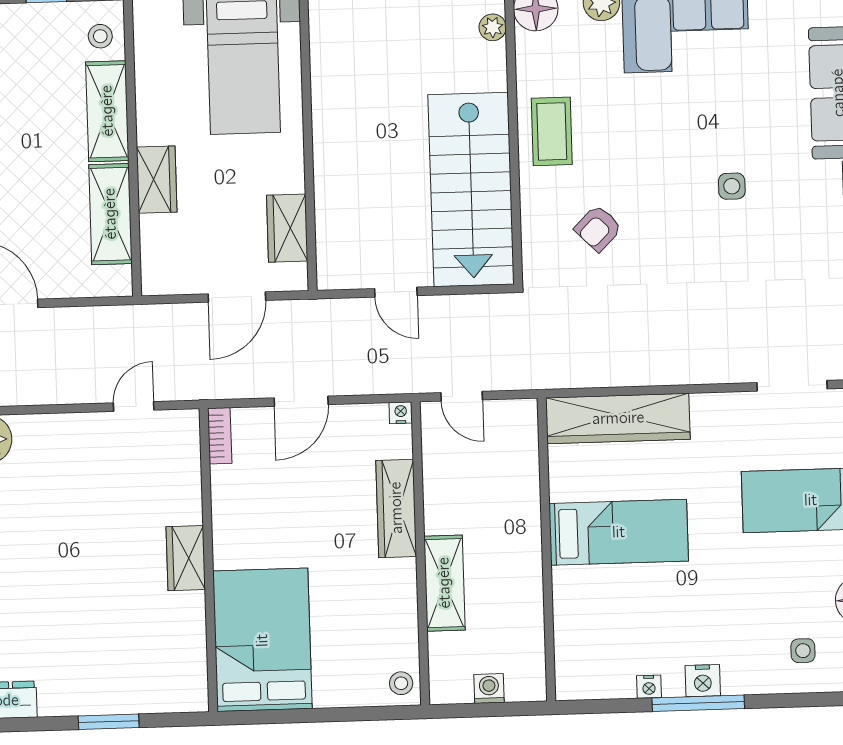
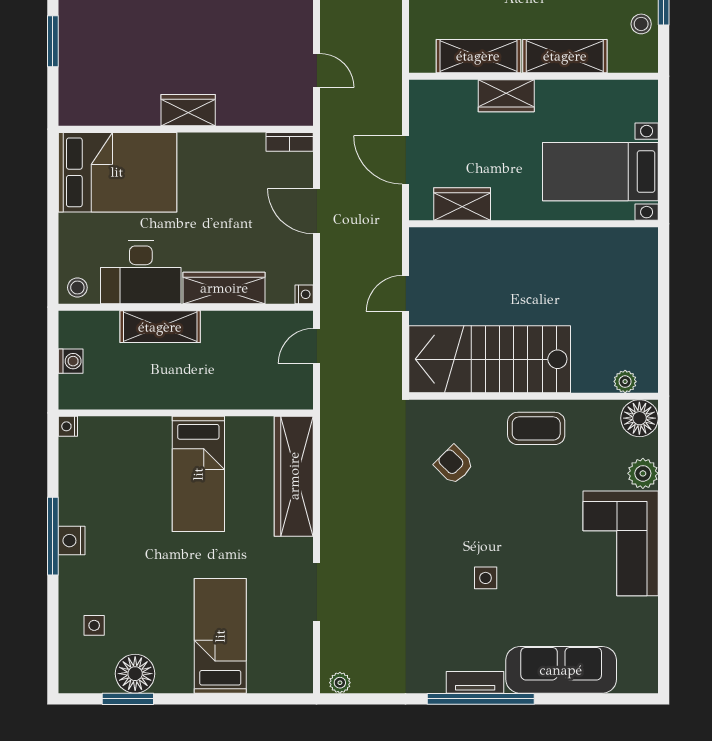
stool: (100, 36) -> (641, 24), moved
doorway: (792, 386) -> (317, 592), moved
desk: (381, 608) -> (141, 272), added
nightstand: (649, 687) -> (68, 426), moved

